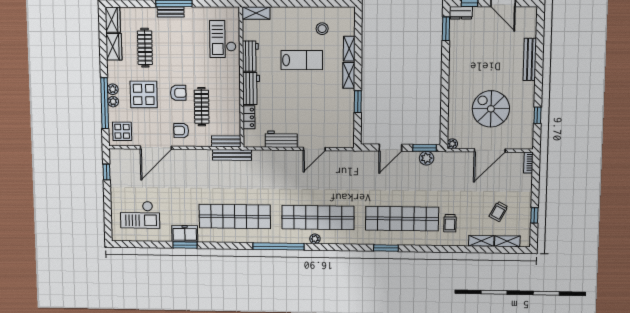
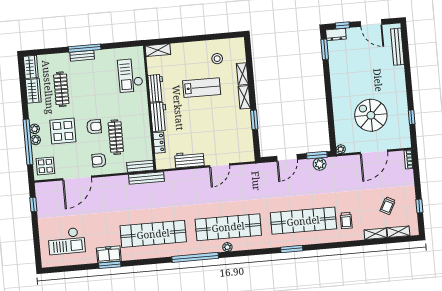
bench: (530, 59) -> (397, 47), moved

